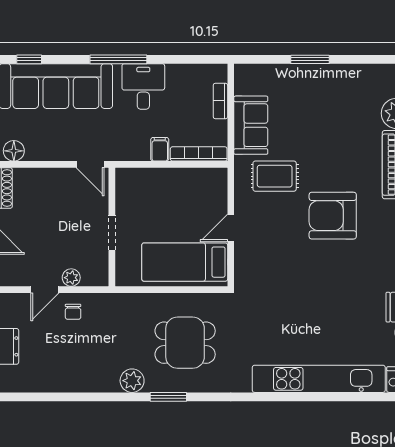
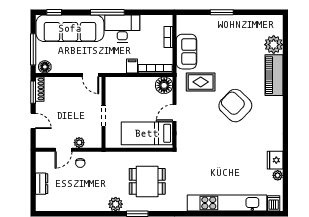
desk: (143, 86) -> (122, 28), width x1.37
floor lamp: (213, 182) -> (164, 85), added
armchair: (333, 216) -> (235, 106), turned 44

